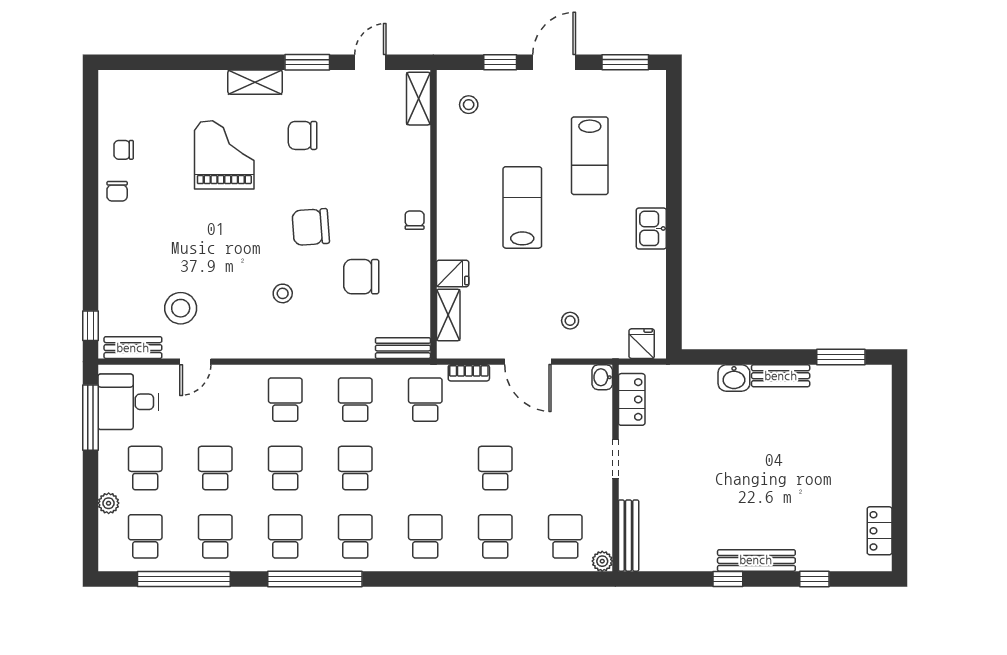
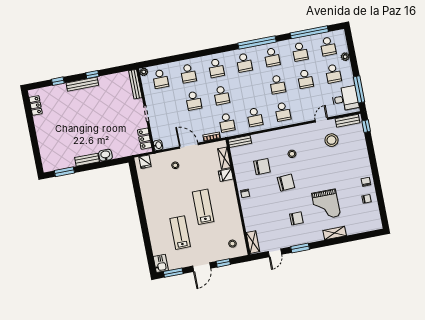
shelving: (255, 82) -> (335, 233), moved
lab bench: (522, 207) -> (203, 207), turned 180
kitchen sink: (651, 228) -> (161, 263), moved
school desk: (355, 468) -> (222, 95), moved

